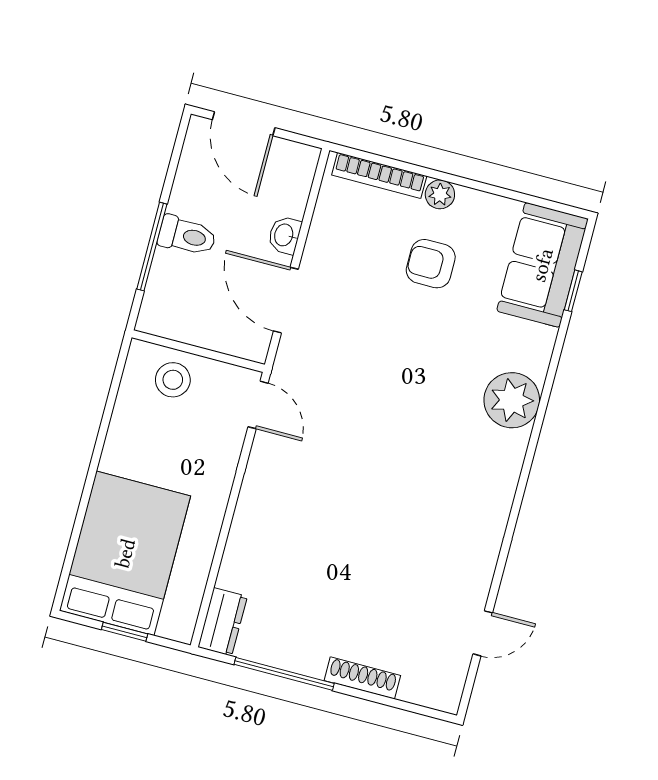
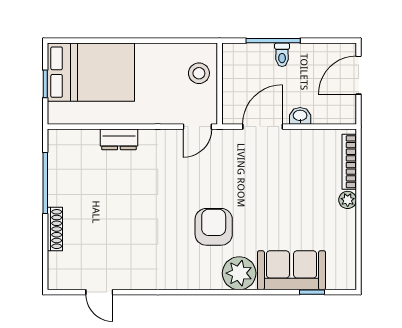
toilet: (187, 236) -> (282, 55), width x0.73, depth x0.72
armchair: (431, 264) -> (214, 227), moved, width x1.38, depth x1.38
sofa: (542, 265) -> (291, 270), moved
dresser: (223, 622) -> (119, 139), moved

